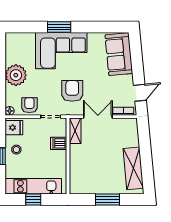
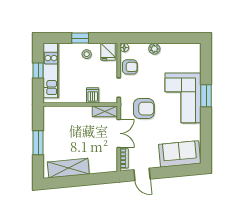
plant: (16, 75) -> (154, 49), width x0.53, depth x0.53

